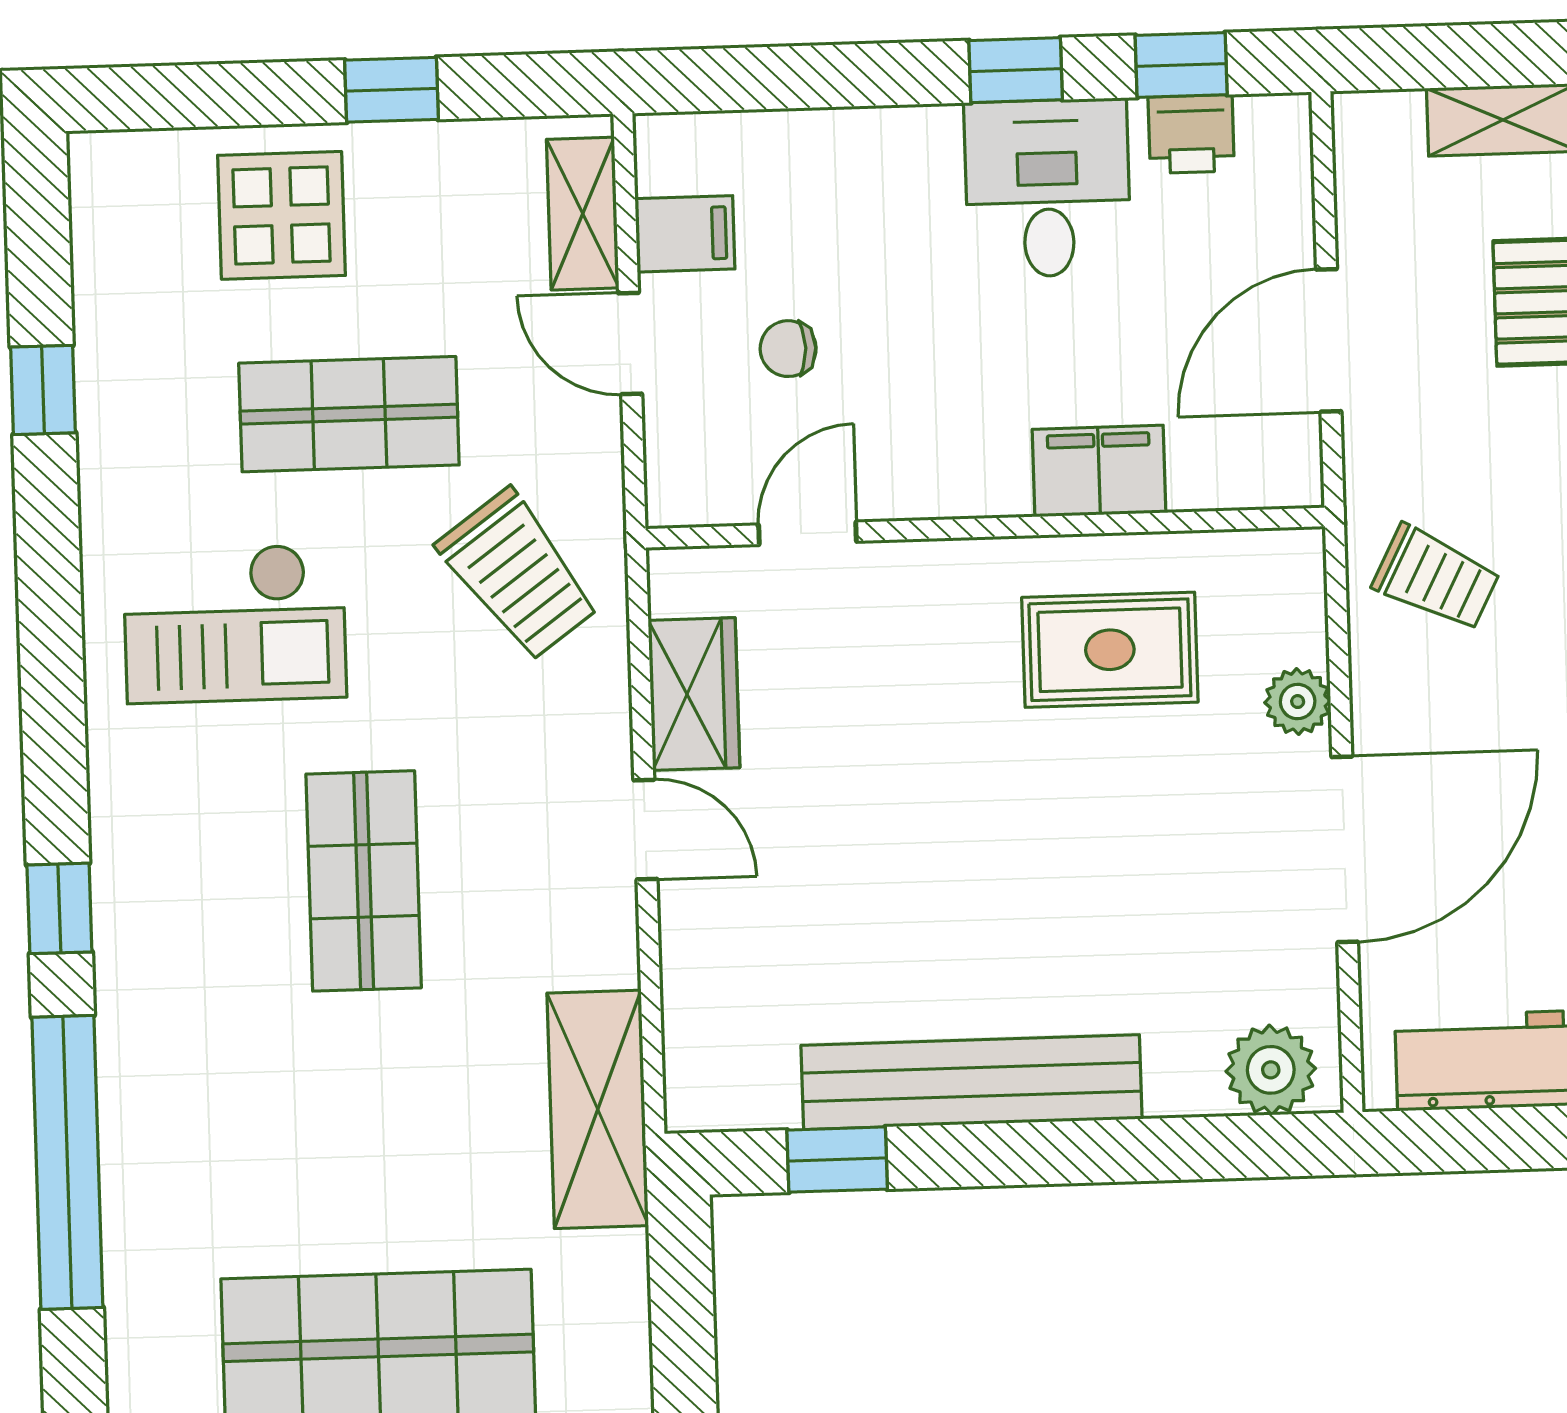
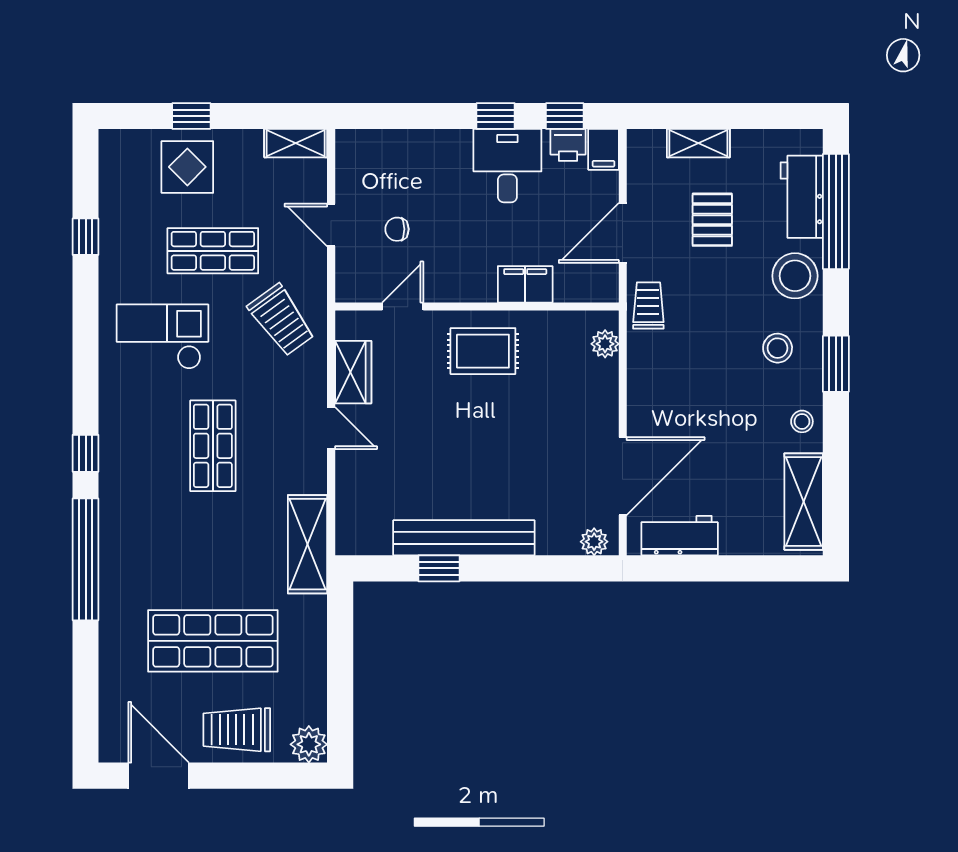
window: (391, 90) -> (191, 116), moved
shelving: (583, 214) -> (296, 143), moved, turned 90
filing cabinet: (685, 234) -> (604, 149), moved, turned 90
trolley: (1436, 578) -> (648, 306), moved, turned -117
checkout: (235, 623) -> (162, 337), turned 180
rug: (1110, 650) -> (483, 351), moved
plant: (1298, 702) -> (605, 344), moved
door: (1345, 849) -> (623, 476), moved
plant: (1271, 1070) -> (594, 542), width x0.73, depth x0.73
window: (837, 1160) -> (439, 568), moved

